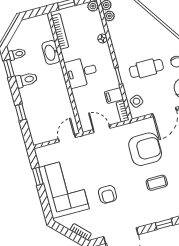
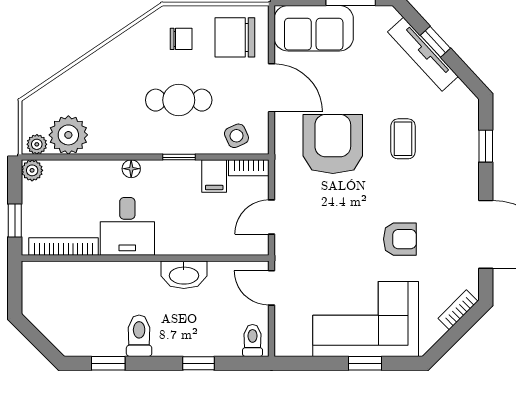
plant: (109, 16) -> (68, 135), width x1.87, depth x1.87
floor lamp: (102, 39) -> (131, 169), moved
washbasin: (51, 52) -> (184, 275), moved
toilet: (17, 54) -> (253, 340), moved
cafe table: (146, 68) -> (179, 100), turned 90
desk: (81, 72) -> (127, 226), moved
window: (38, 176) -> (365, 363), moved

